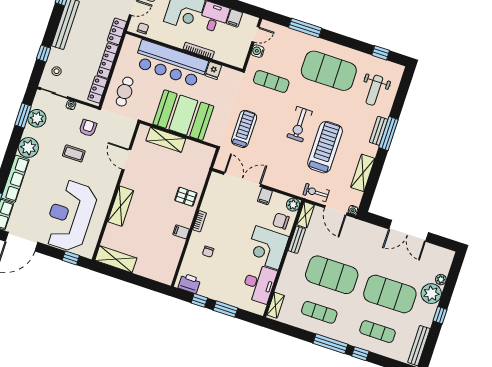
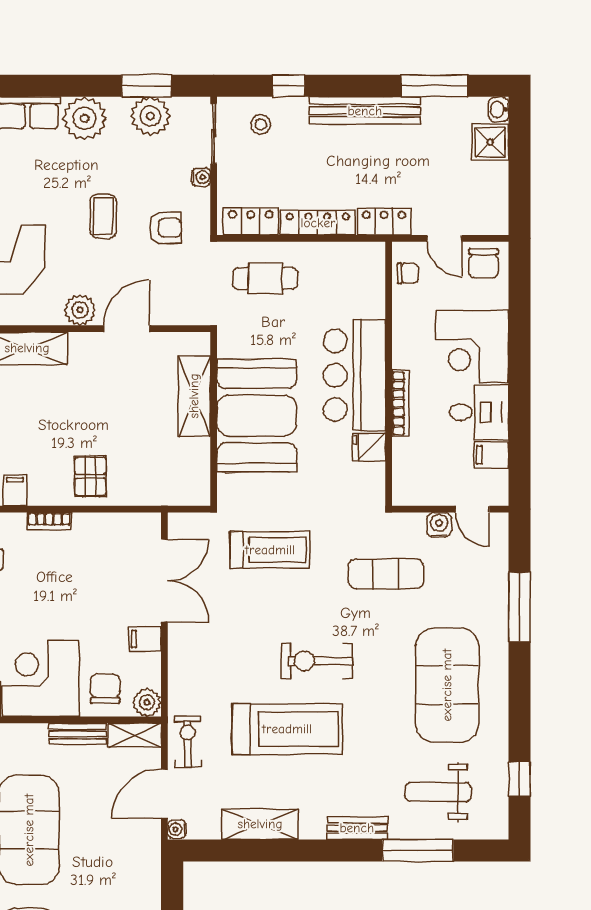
bar counter: (171, 64) -> (354, 375), width x0.73
exercise mat: (271, 81) -> (386, 574), turned 90
window: (389, 133) -> (418, 851), moved
plant: (111, 177) -> (80, 310), added

